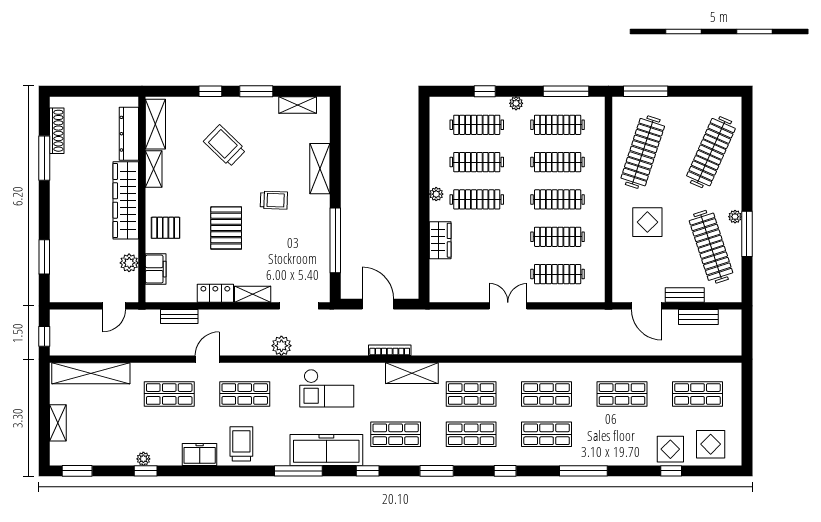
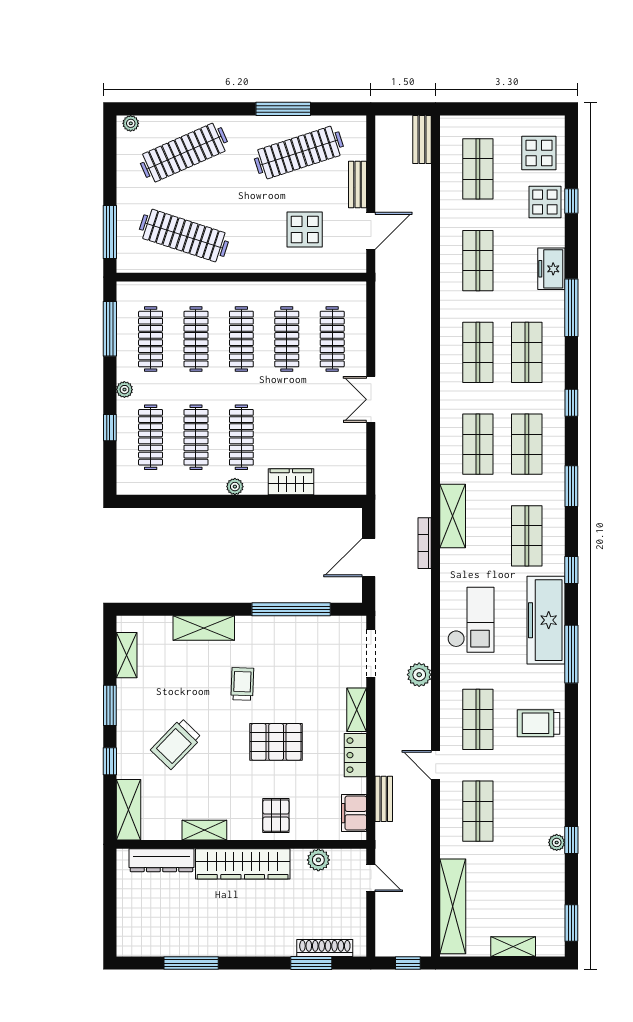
shelving: (155, 124) -> (128, 810), moved, turned 90
shoe rack: (57, 131) -> (325, 948), moved
clothes rail: (711, 152) -> (184, 153), turned -48
plant: (735, 217) -> (131, 123), moved
display table: (647, 222) -> (305, 230), moved
filing cabinet: (156, 269) -> (354, 813), moved, turned -90
bench: (698, 317) -> (422, 139), moved
freezer: (200, 454) -> (551, 269), moved

